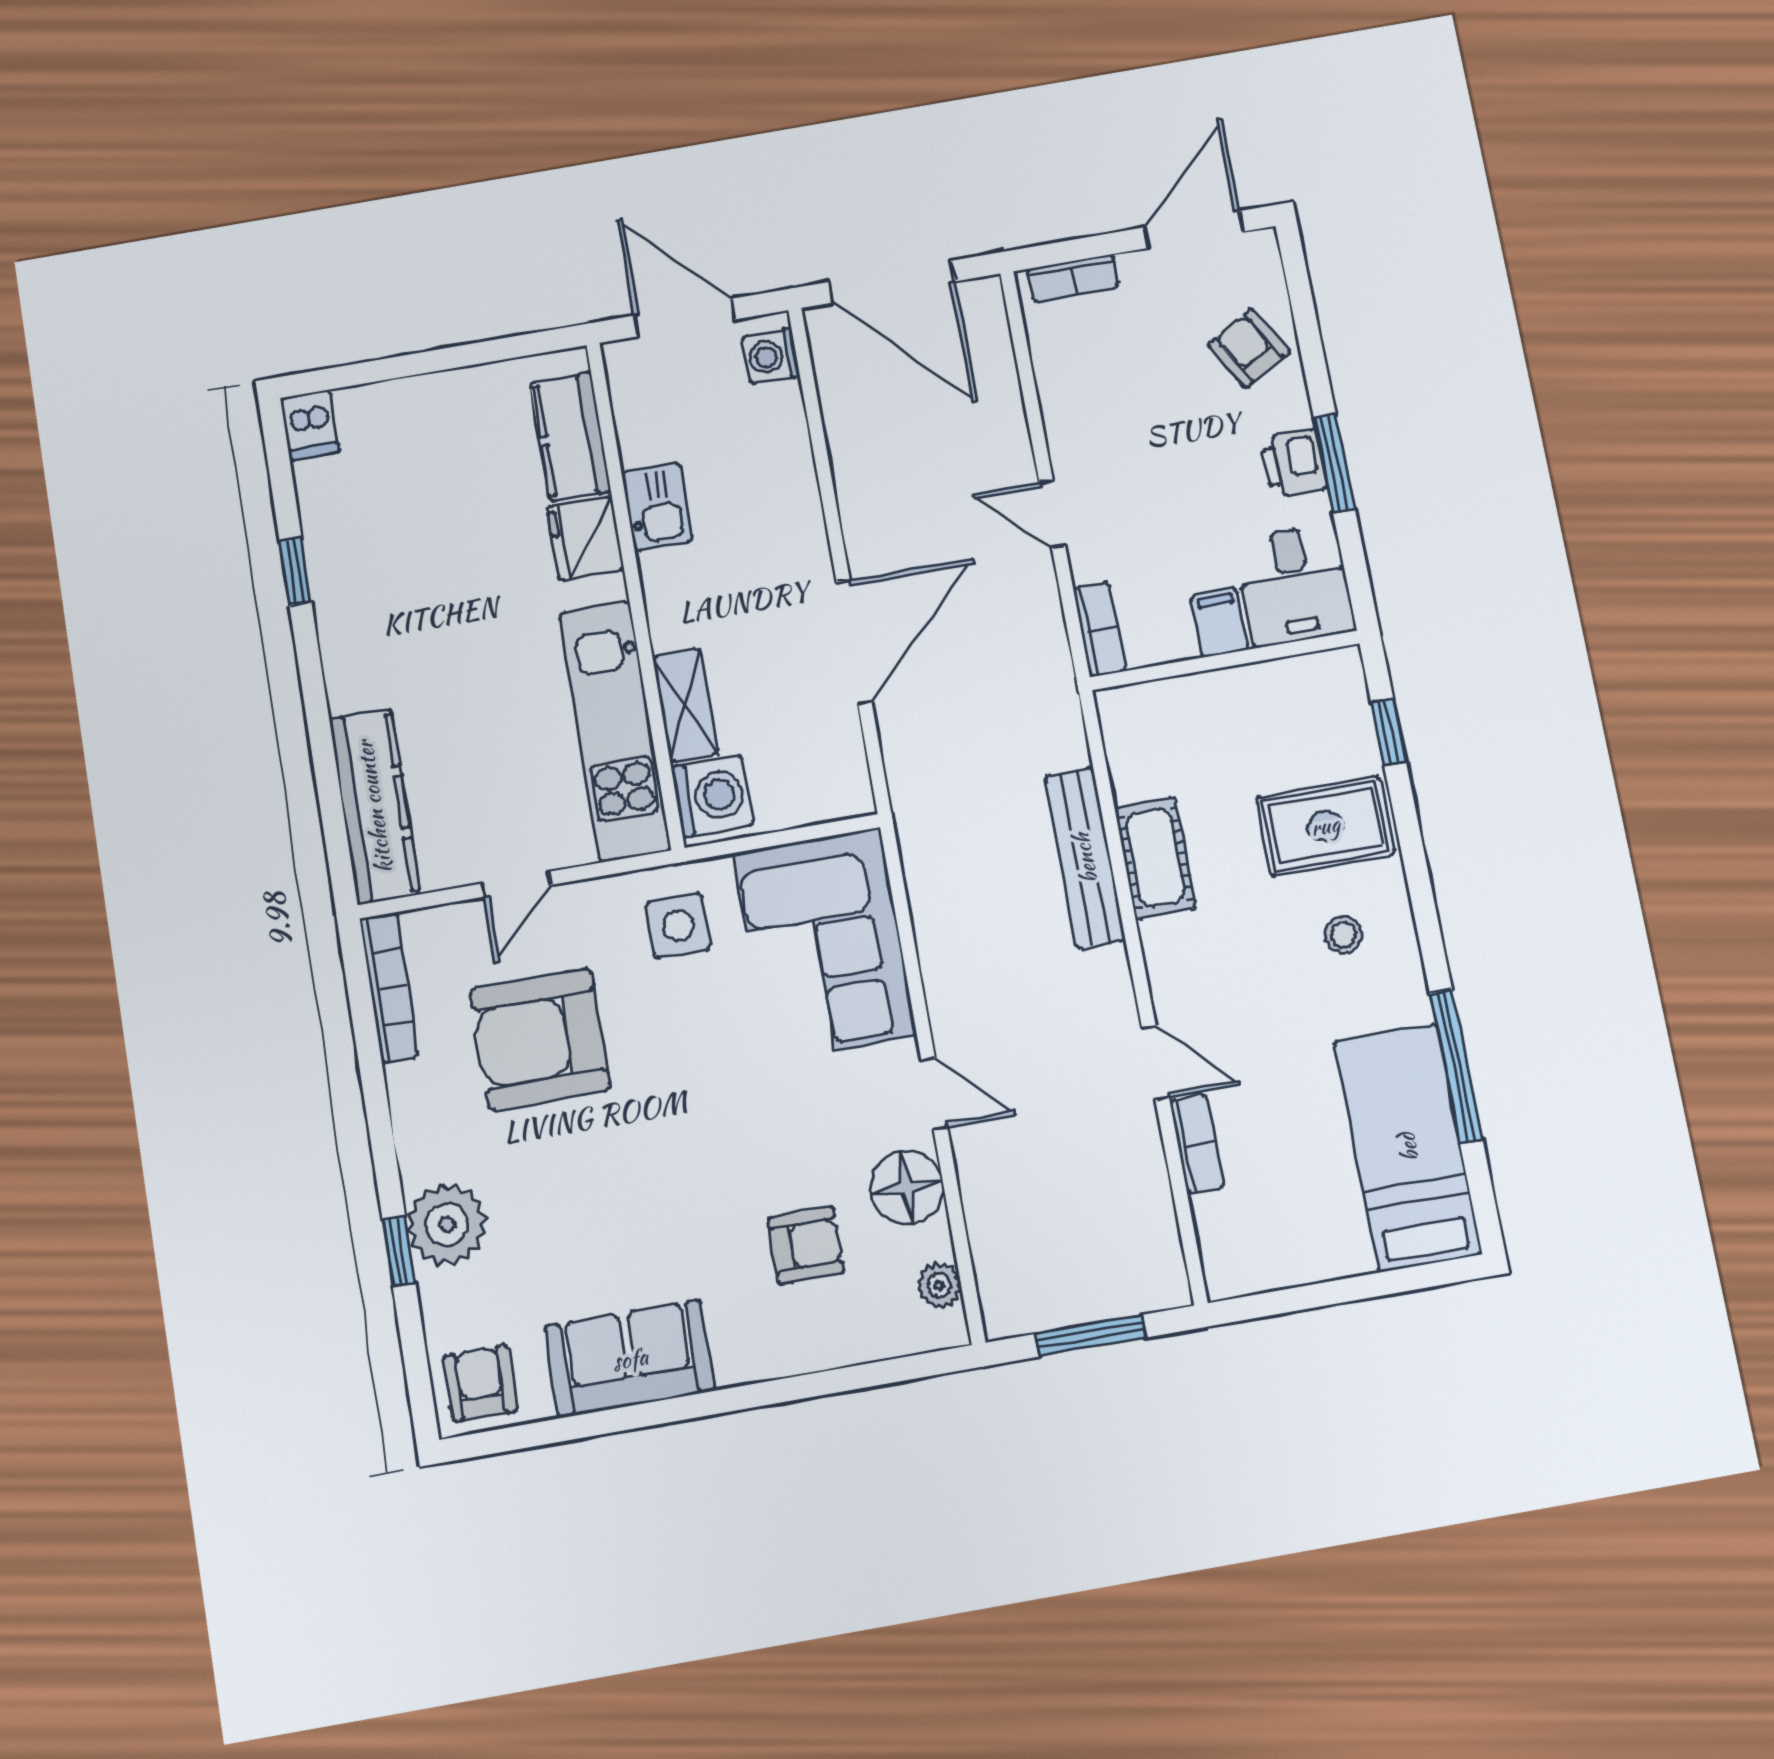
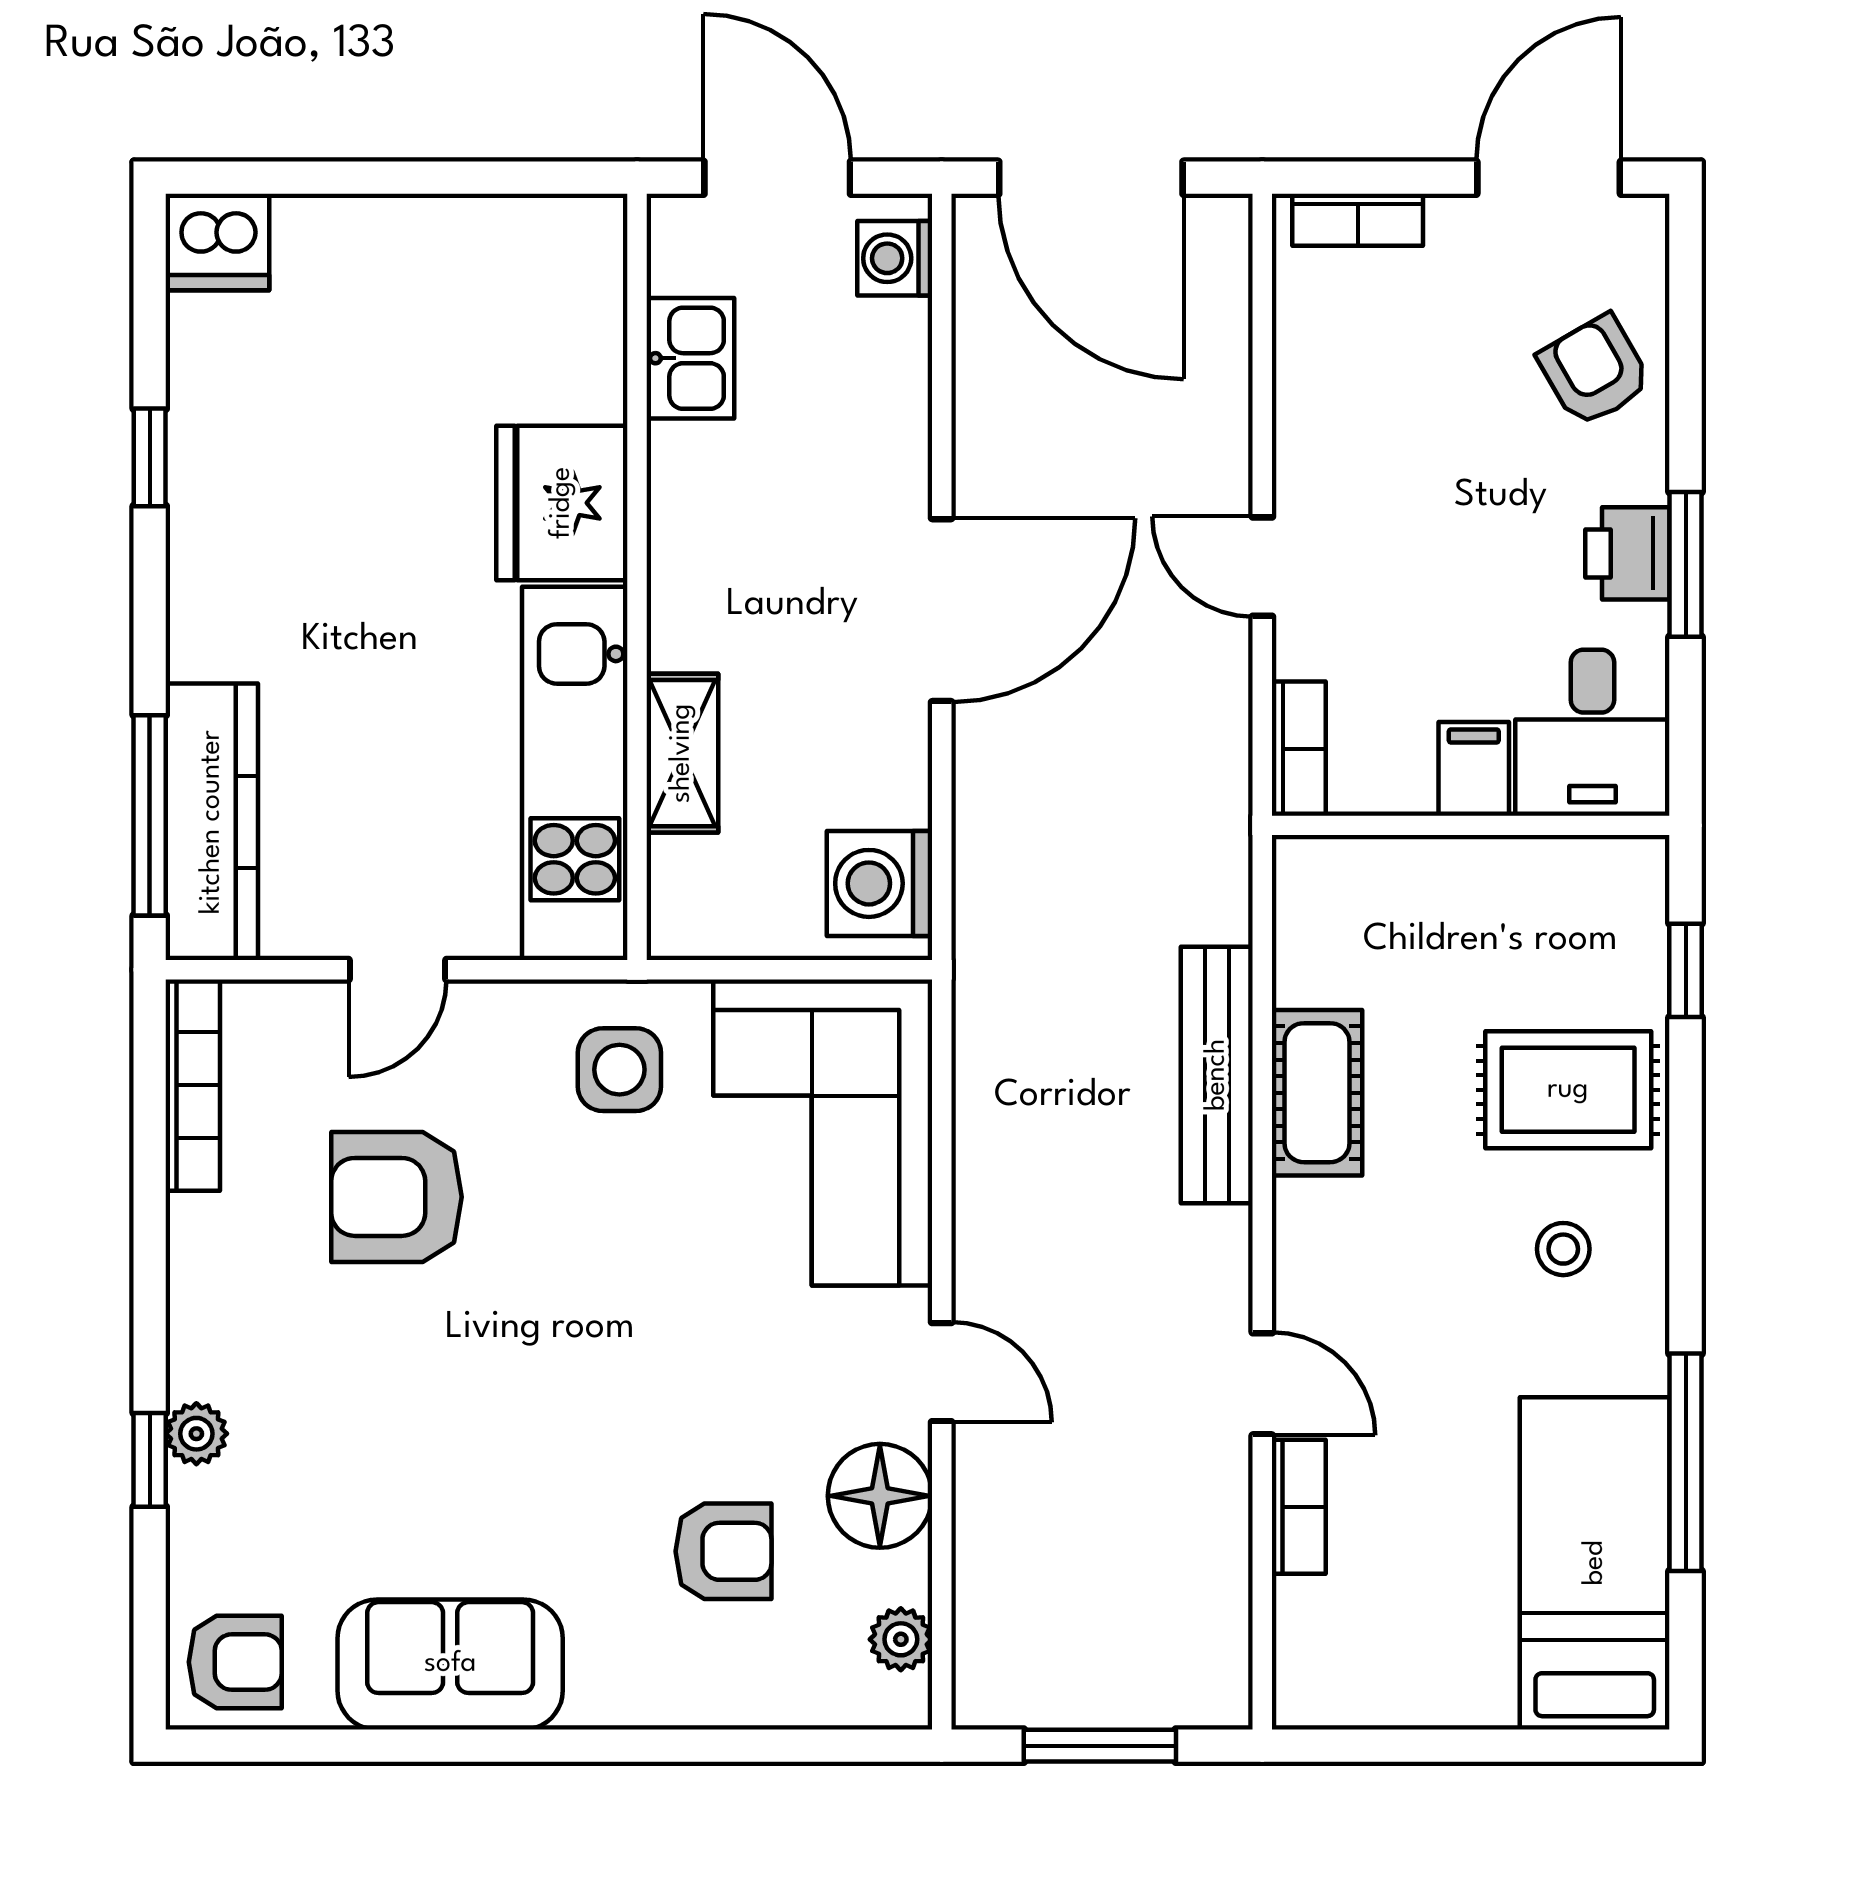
dishwasher: (310, 425) -> (217, 242), width x1.38
kitchen counter: (571, 437) -> (582, 327), removed
kitchen sink: (657, 507) -> (690, 358), moved
fridge: (585, 538) -> (562, 503), width x1.36, depth x1.34
door: (854, 642) -> (942, 610), moved
washing machine: (712, 796) -> (879, 883), moved, turned 180
window: (332, 810) -> (150, 815), added
armchair: (540, 1039) -> (396, 1197), width x0.73, depth x0.73
plant: (447, 1224) -> (196, 1434), width x0.53, depth x0.53
armchair: (480, 1383) -> (235, 1662), turned 90

